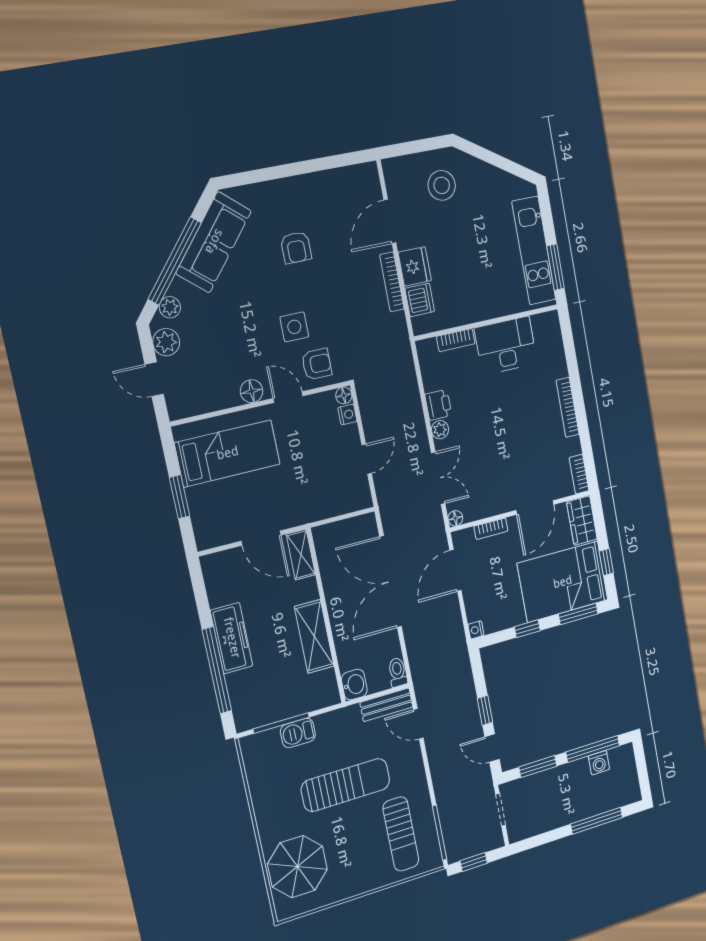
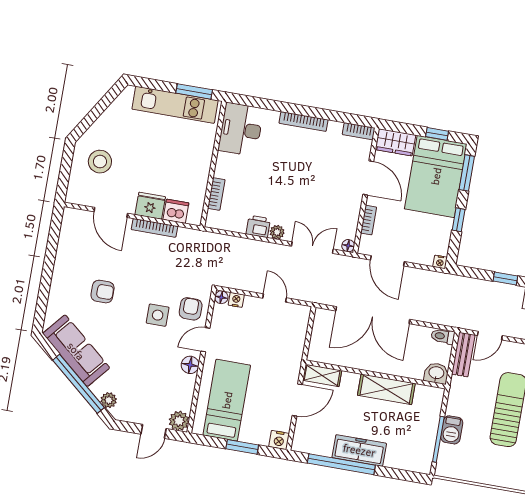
plant: (166, 342) -> (179, 421), moved
desk: (506, 346) -> (241, 129), moved
nightstand: (206, 538) -> (279, 440), added
window: (217, 670) -> (341, 464), moved

